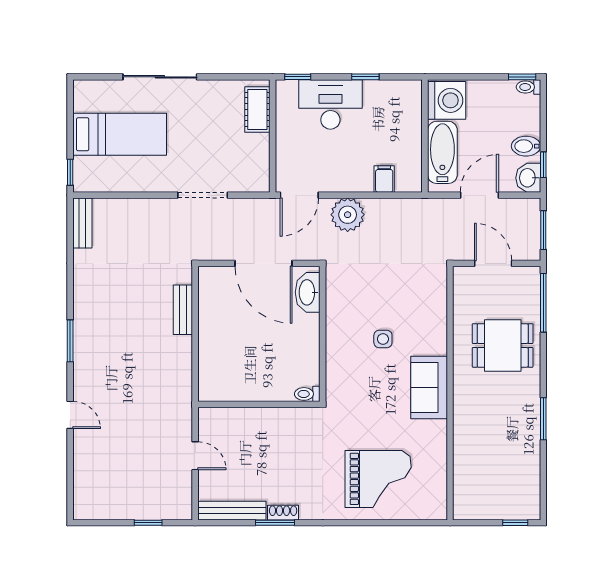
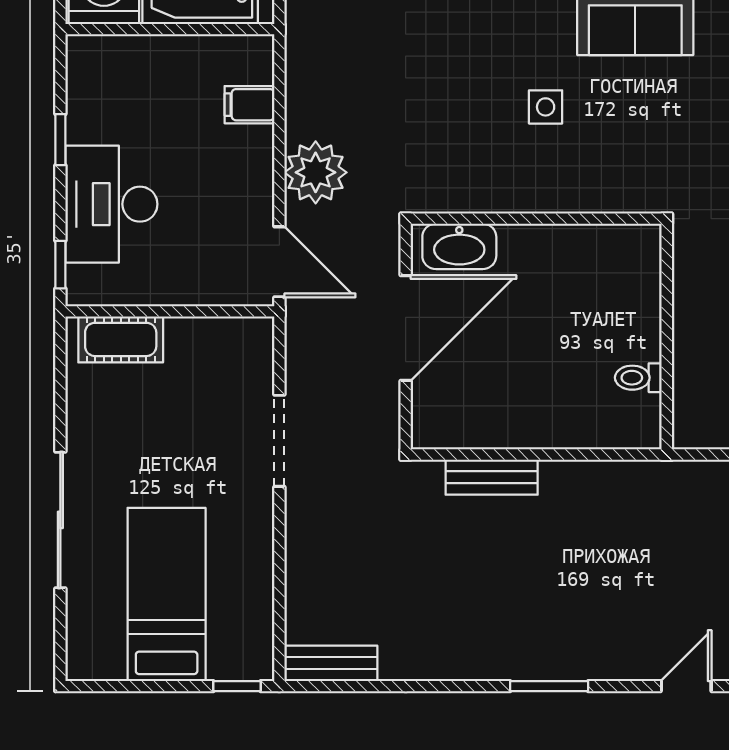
toilet: (307, 394) -> (638, 378), moved, turned 90

